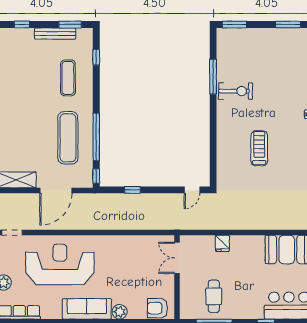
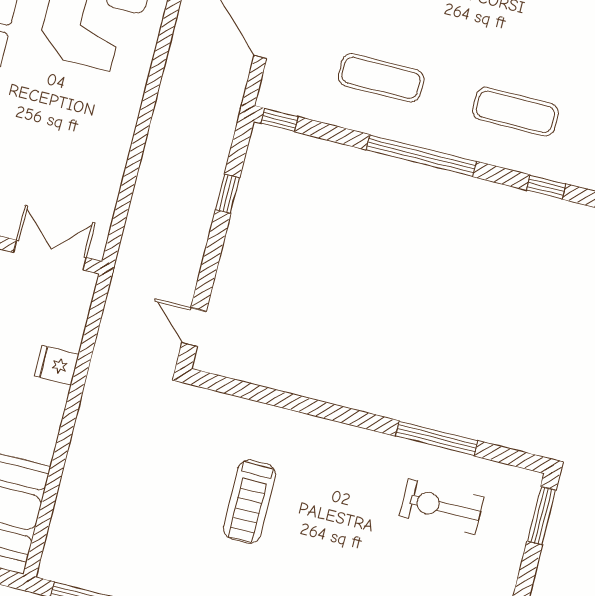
exercise bike: (236, 91) -> (442, 507), moved, turned 90
window: (96, 137) -> (421, 156), moved
exercise mat: (68, 138) -> (381, 78), width x0.73, depth x0.69
treadmill: (259, 148) -> (249, 502), turned 90

